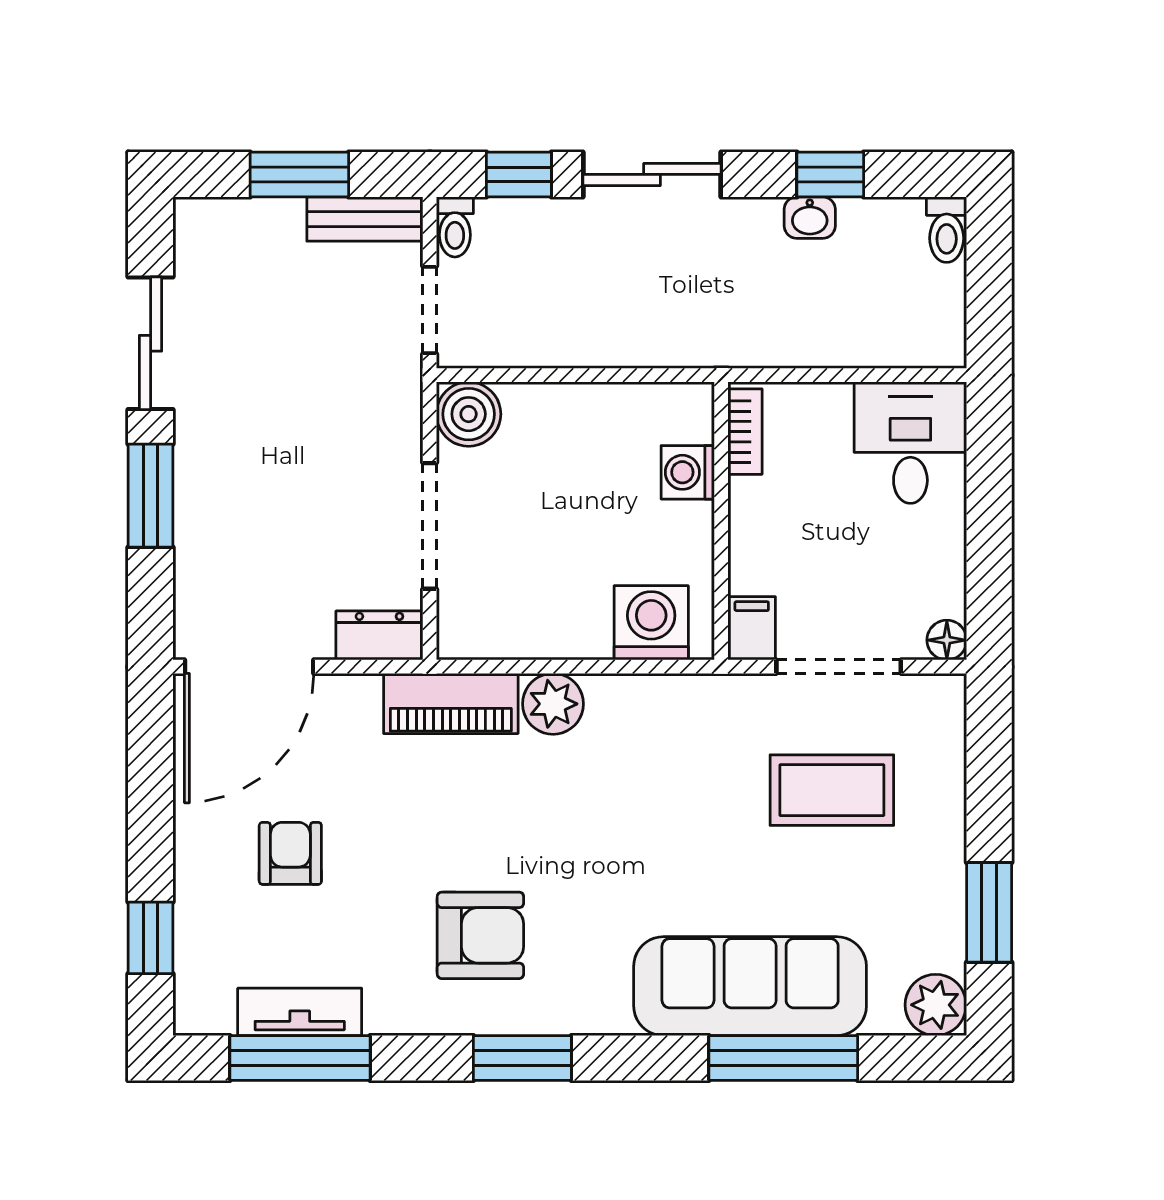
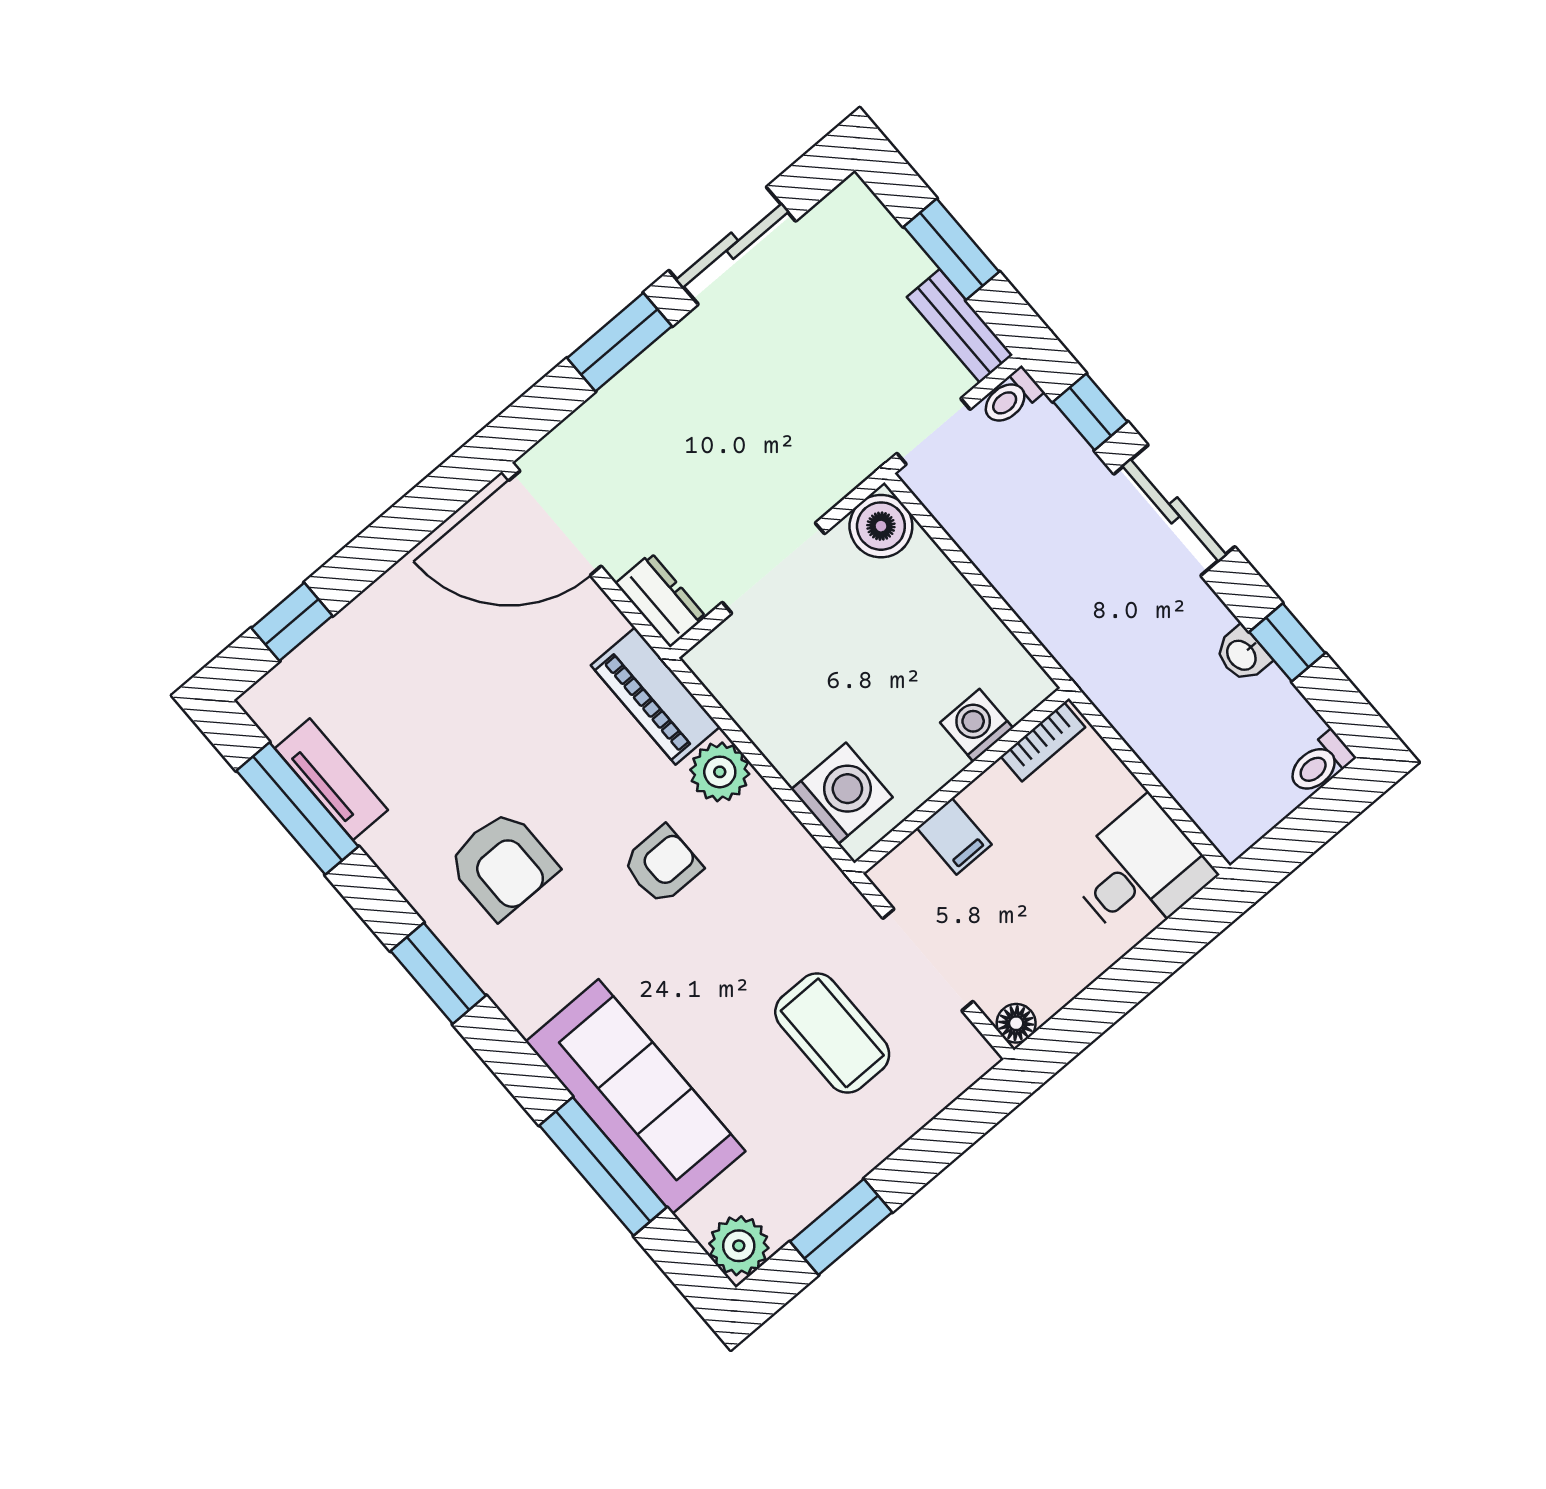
filing cabinet: (752, 628) -> (954, 836), moved, turned 90
armchair: (290, 853) -> (662, 865), moved

